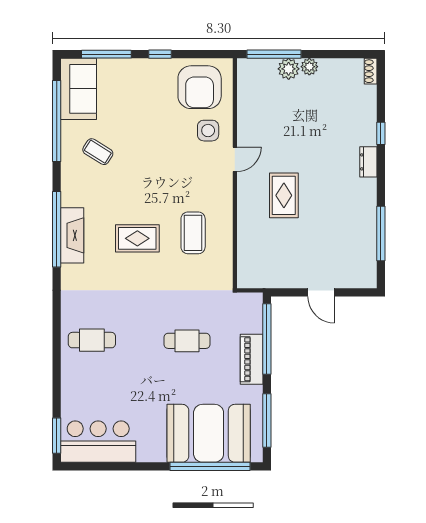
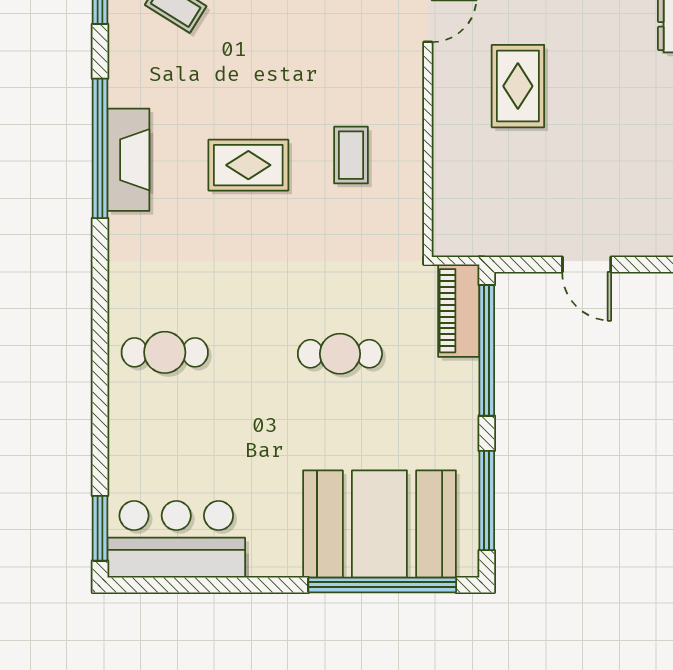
coffee table: (193, 233) -> (351, 155), width x0.73, depth x0.77
piano: (252, 359) -> (459, 311), moved

